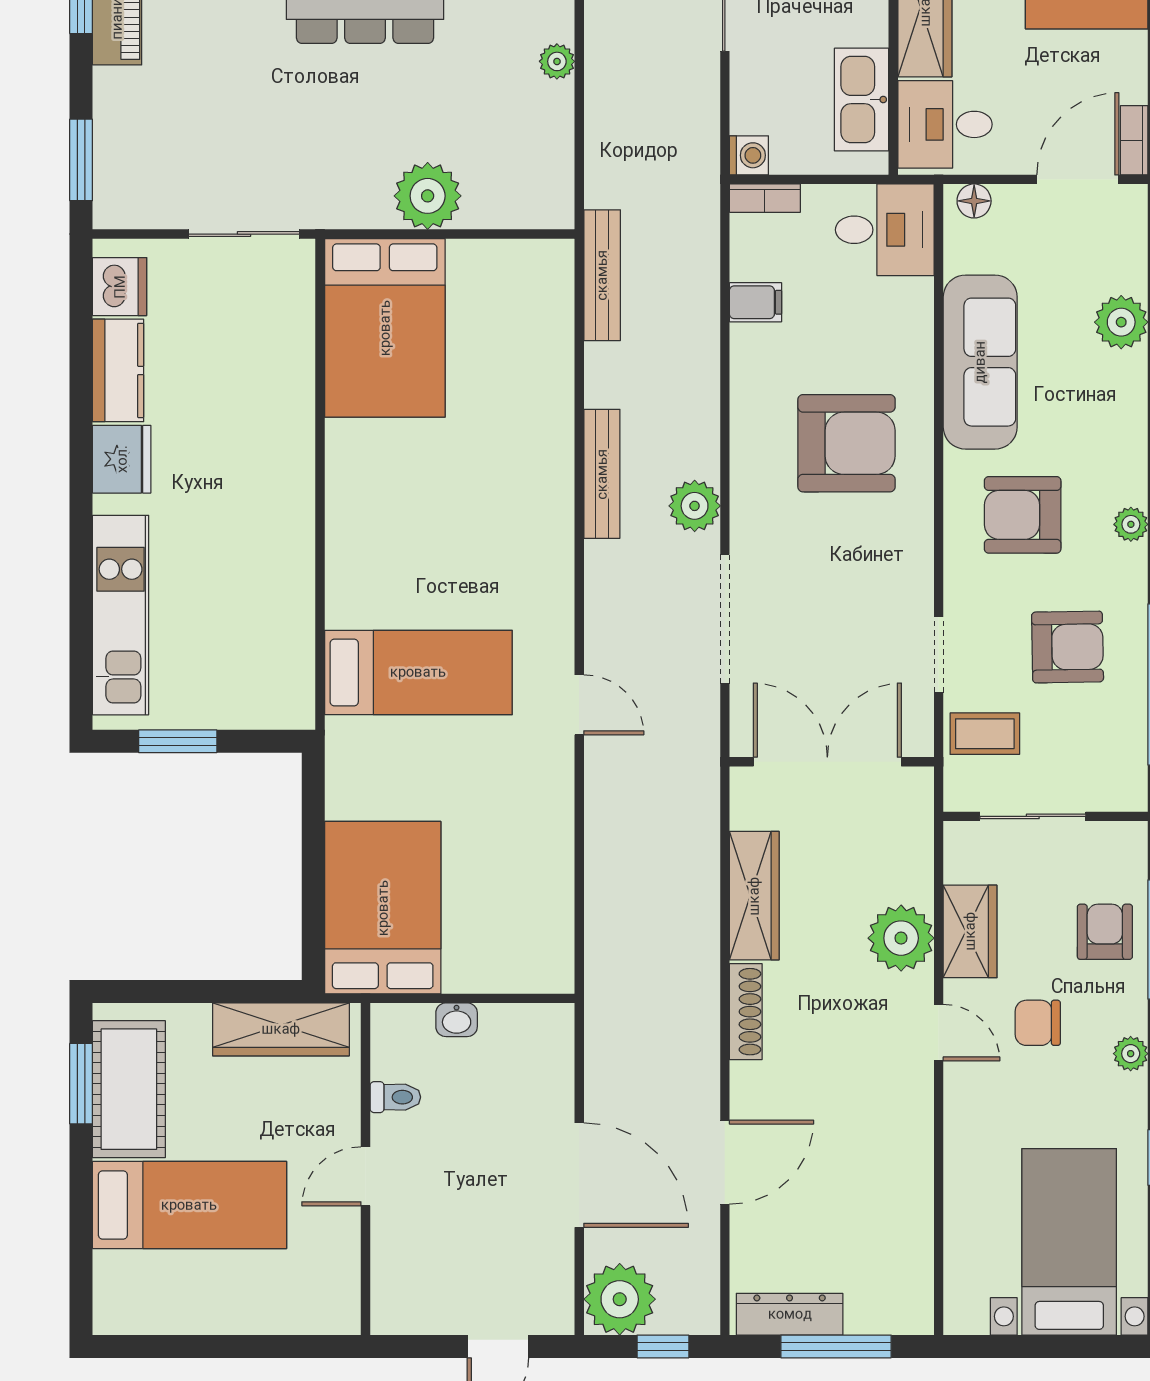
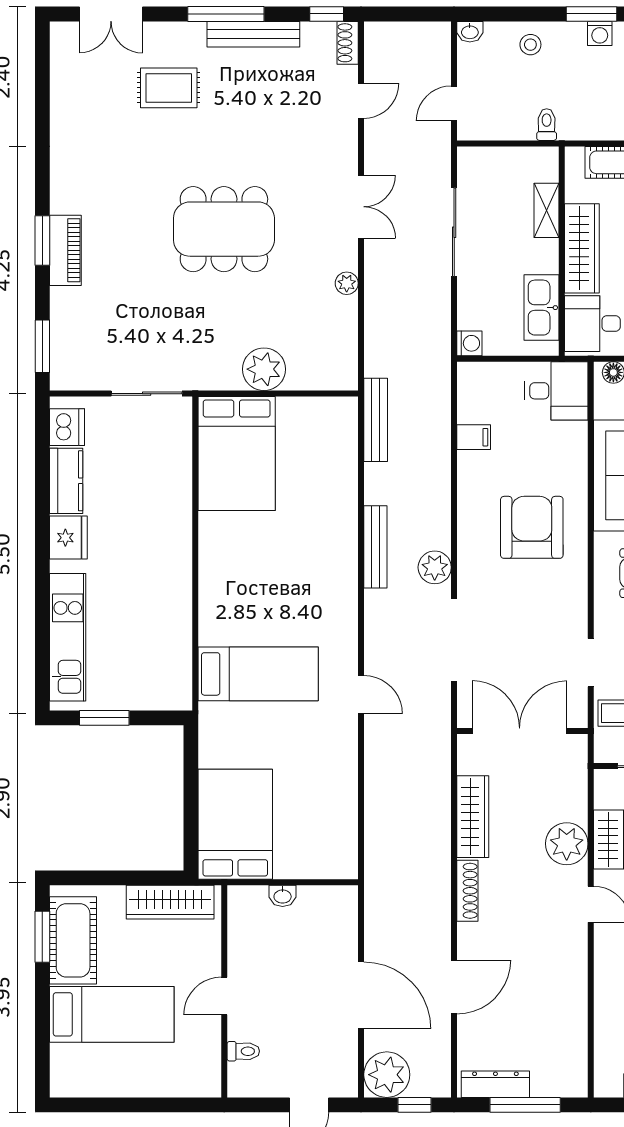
bookcase: (765, 198) -> (480, 371), removed
armchair: (846, 443) -> (532, 527), turned -90
toilet: (395, 1097) -> (243, 1051), moved

